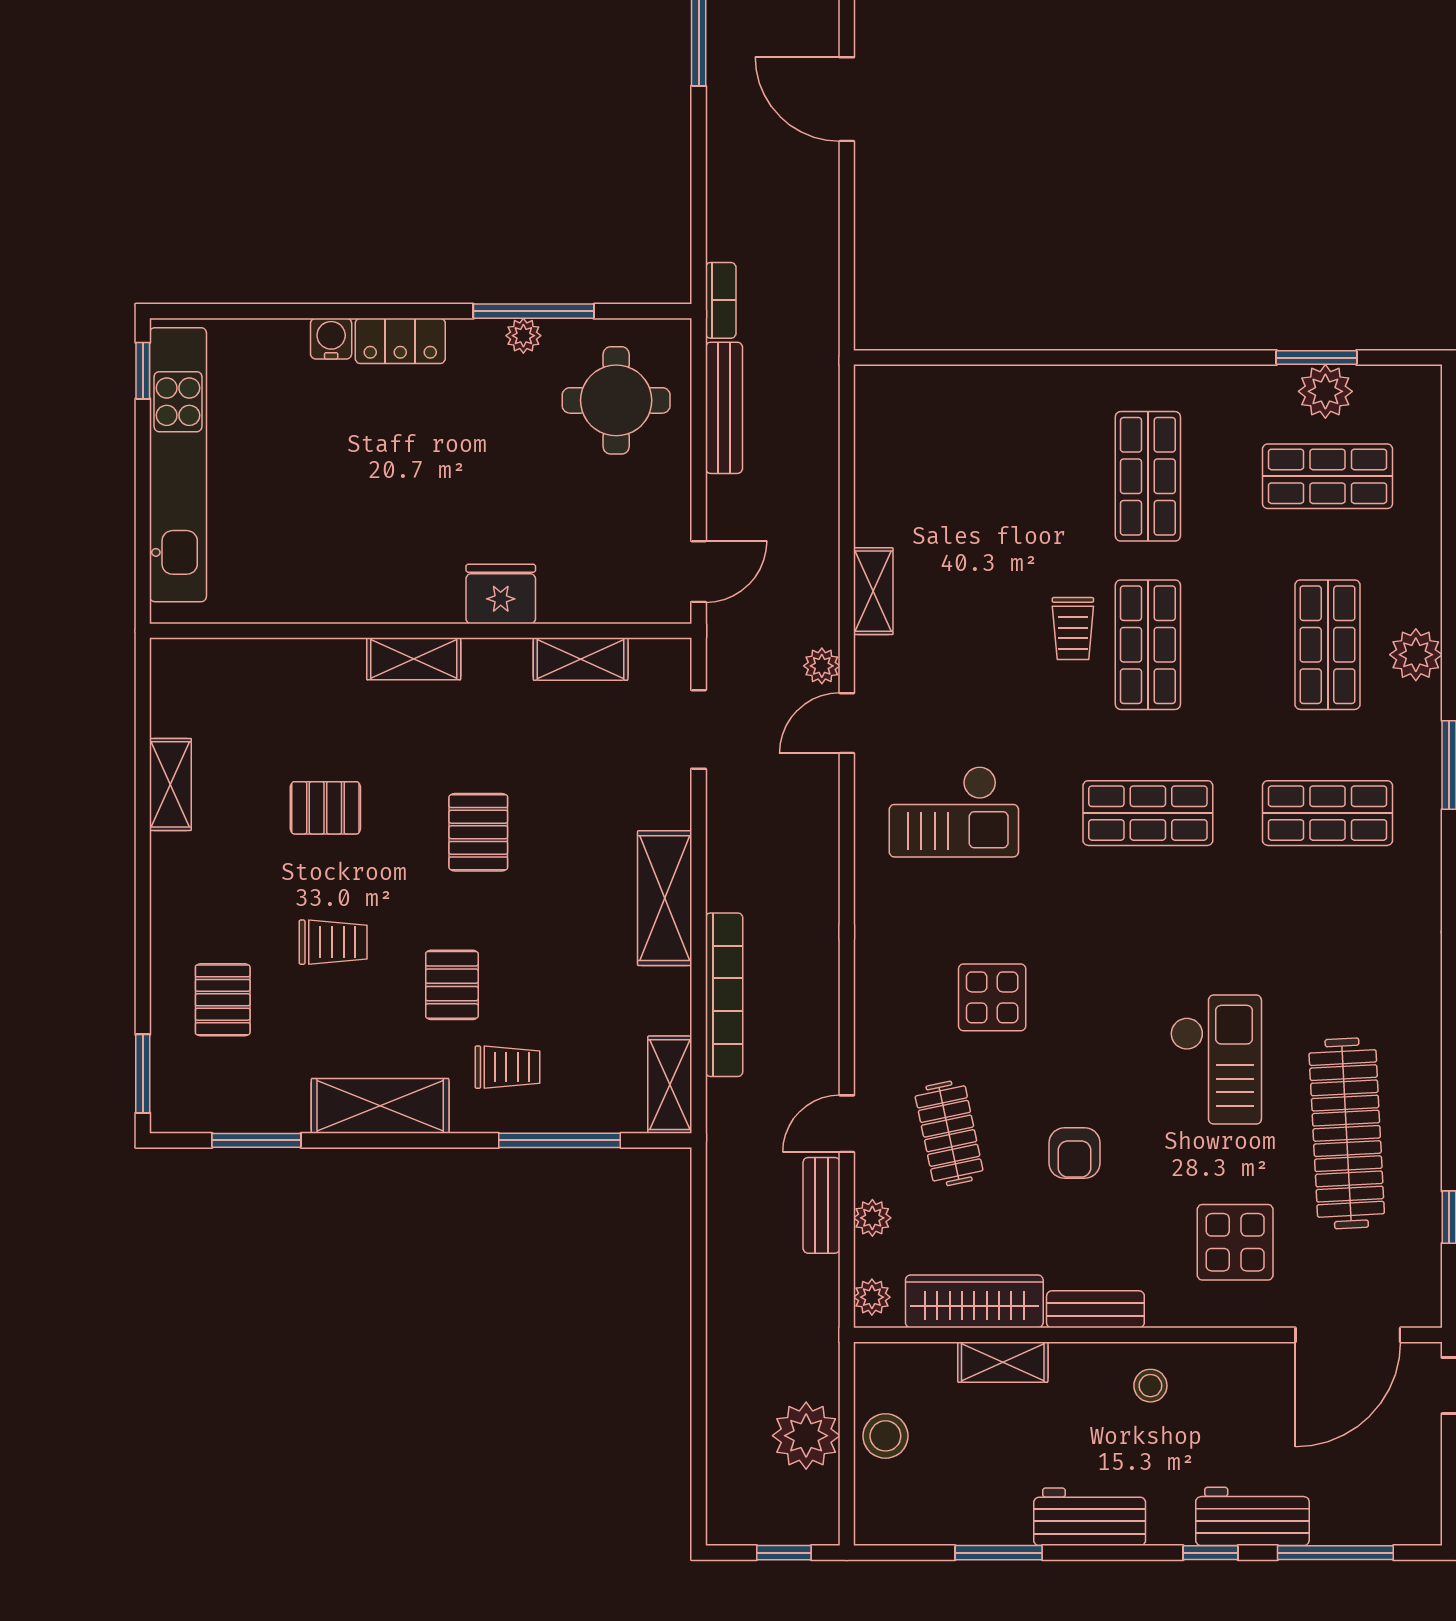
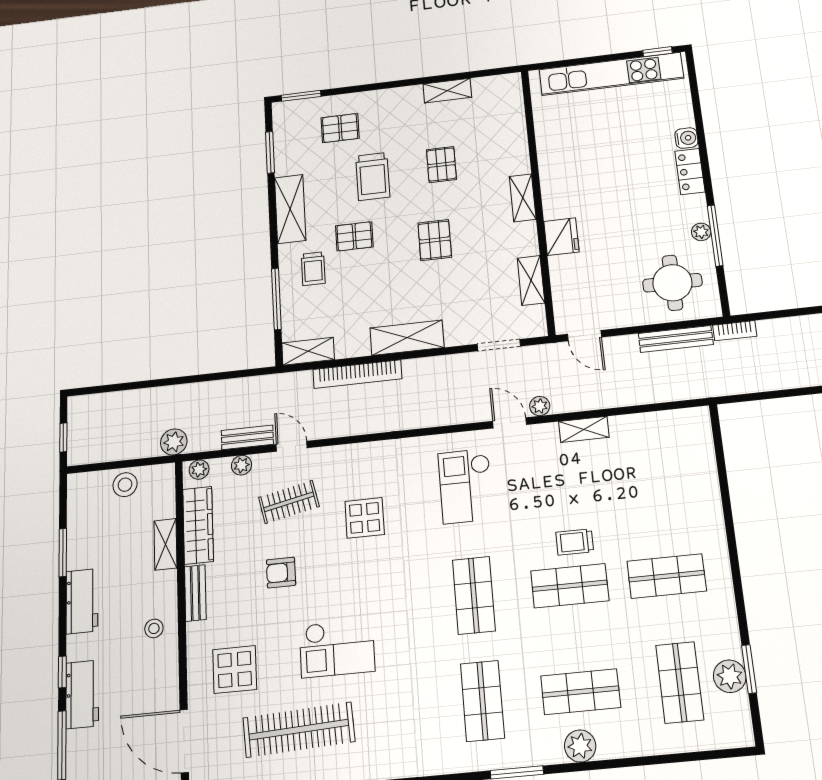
pallet: (478, 832) -> (435, 240), turned 90
trolley: (333, 942) -> (373, 176), width x1.36, depth x1.39
plant: (806, 1436) -> (174, 442), moved, width x0.73, depth x0.73

